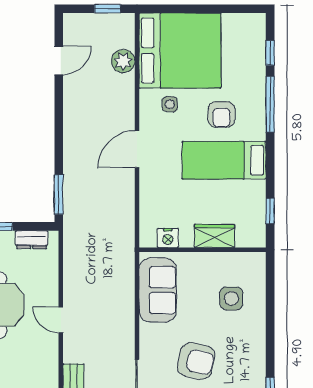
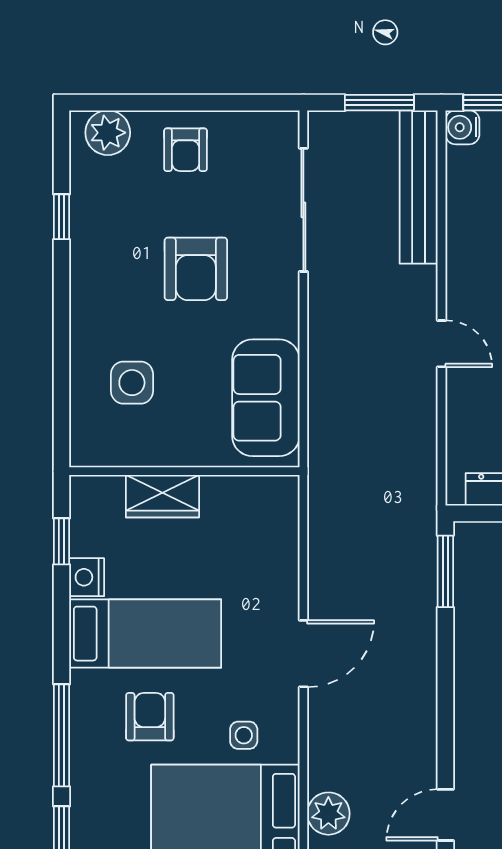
nightstand: (168, 238) -> (87, 577), moved, turned -90
armchair: (196, 361) -> (196, 269), turned -103

